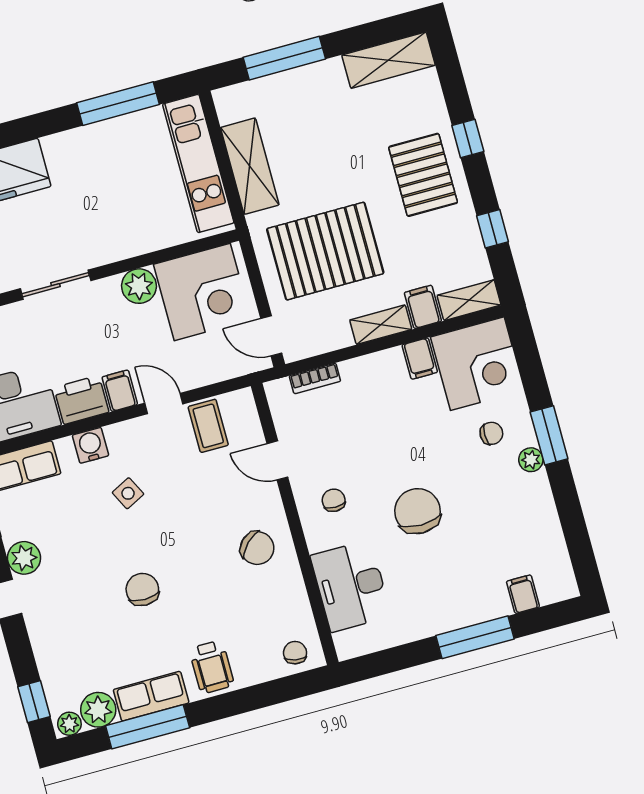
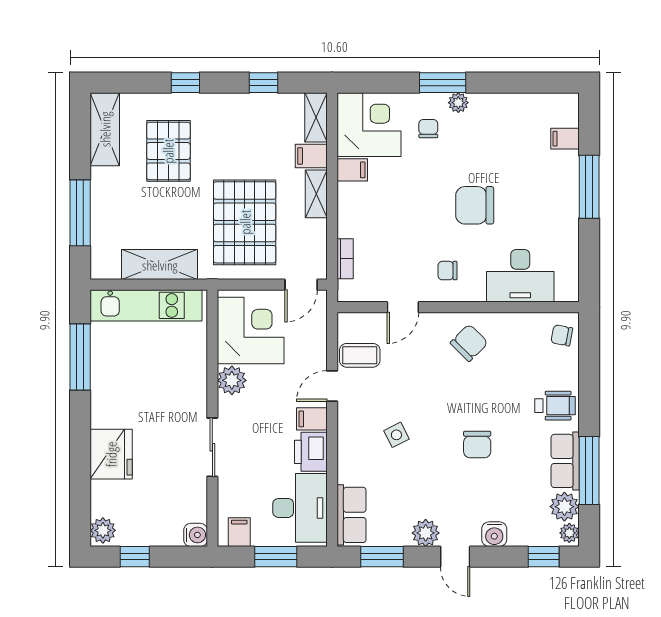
pallet: (423, 175) -> (168, 151), moved, turned 90
water cooler: (91, 445) -> (494, 534), moved, turned -90
chair: (142, 589) -> (477, 444), turned -90

